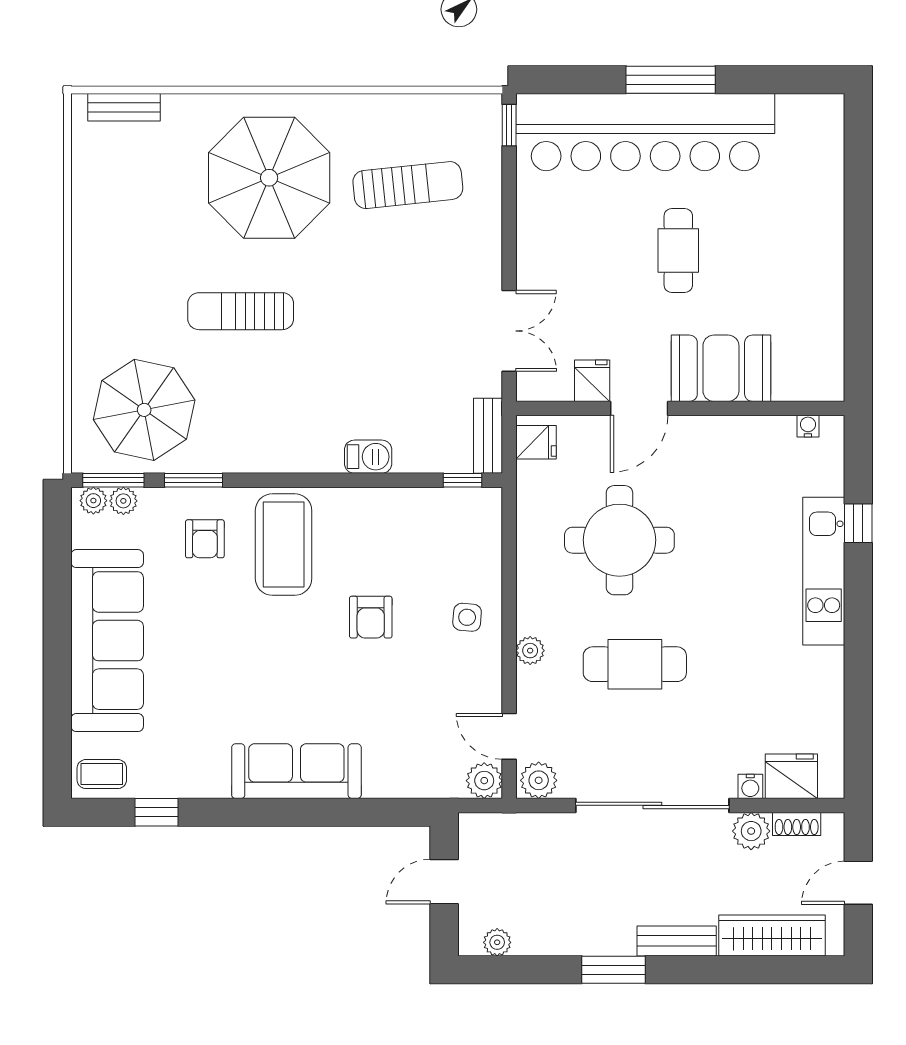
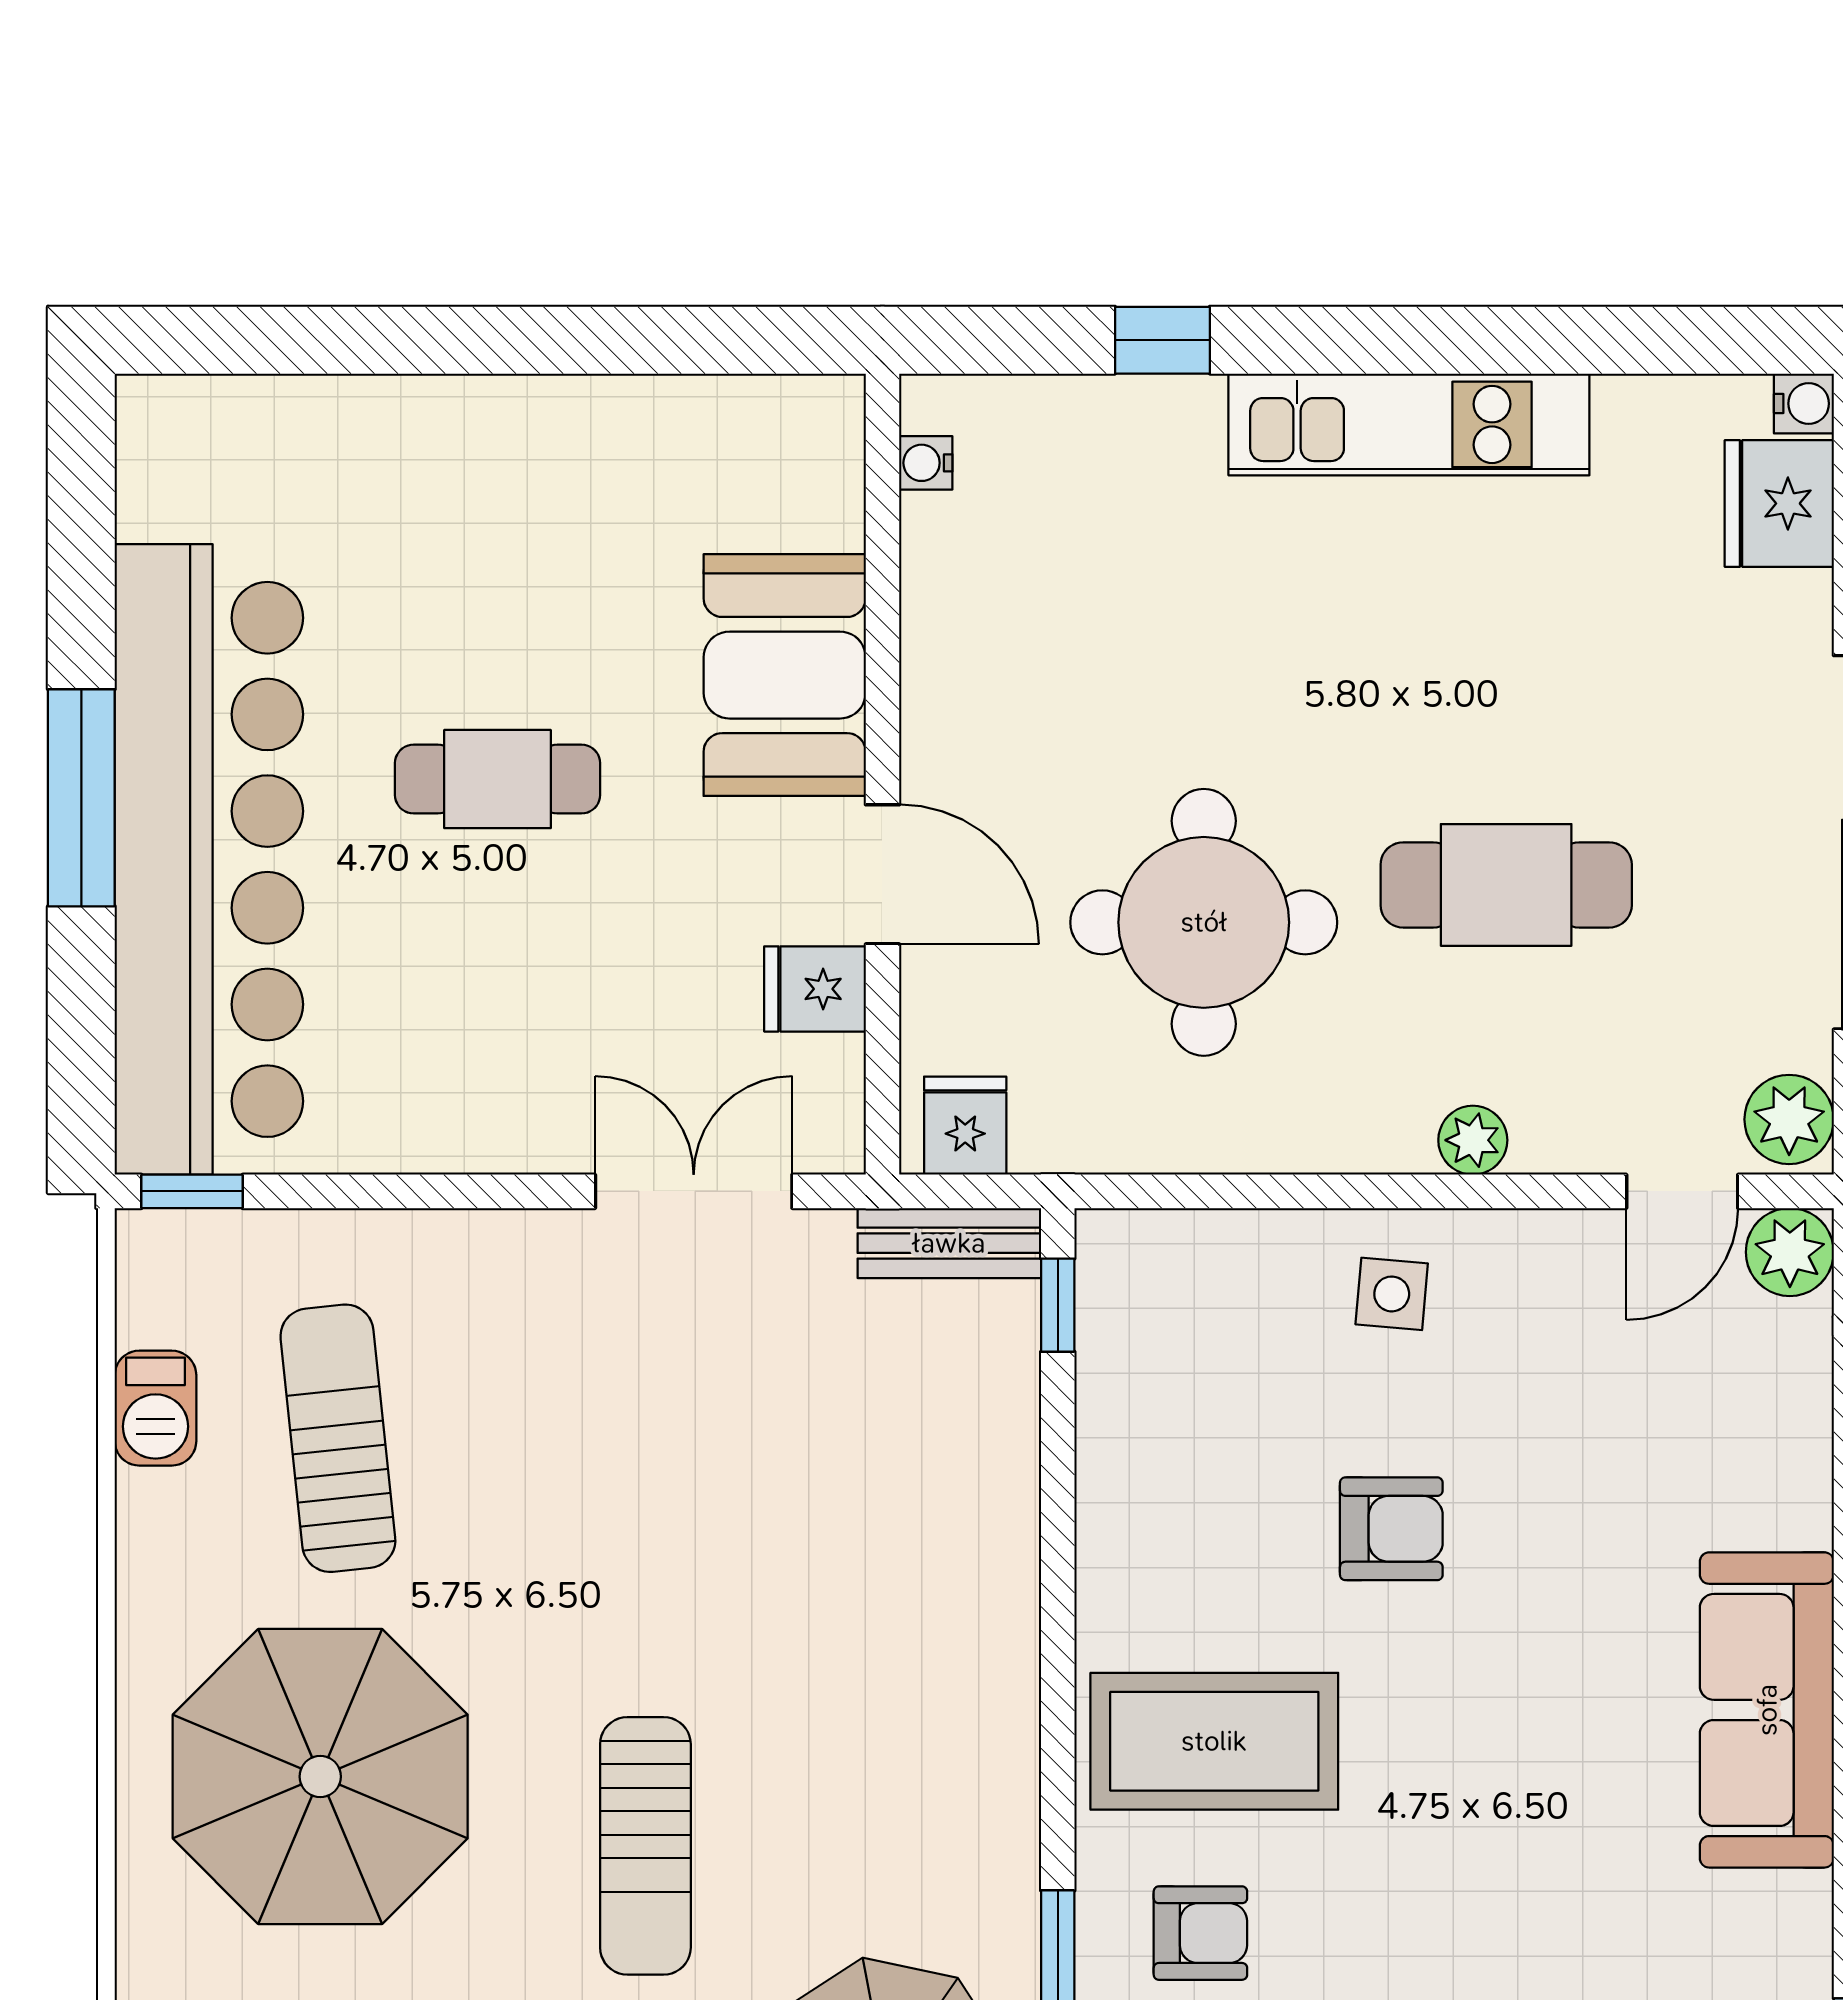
barbecue: (368, 457) -> (156, 1408), moved, turned 180
kitchen unit: (824, 571) -> (1409, 424), moved
cafe table: (635, 664) -> (1506, 885), turned 90
water cooler: (750, 786) -> (1804, 404), moved

